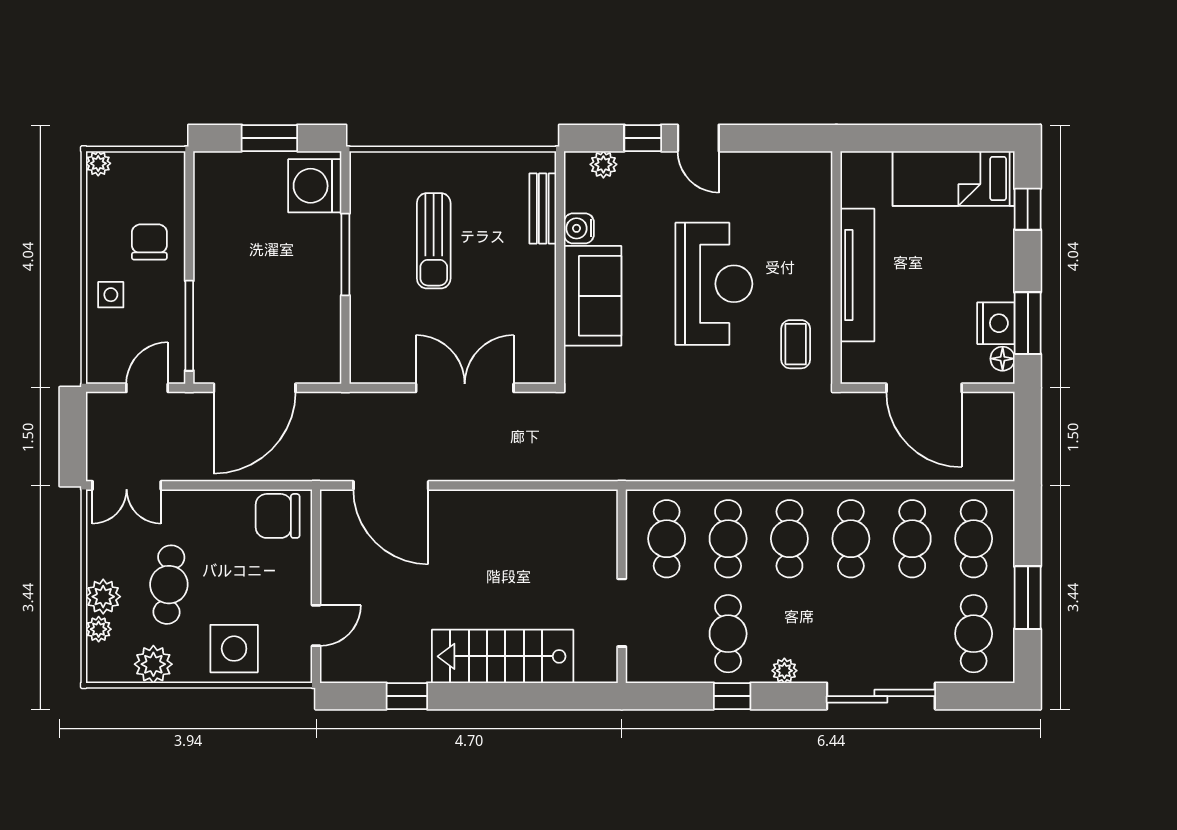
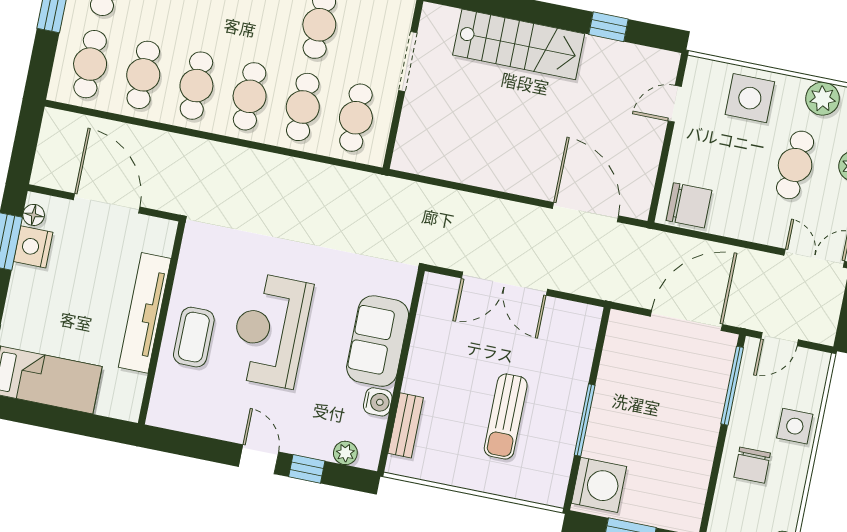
sun lounger: (434, 241) -> (506, 416), turned 180
side table: (111, 295) -> (795, 426), width x1.37, depth x1.37
coffee table: (796, 344) -> (194, 337), moved, width x1.36, depth x1.30

